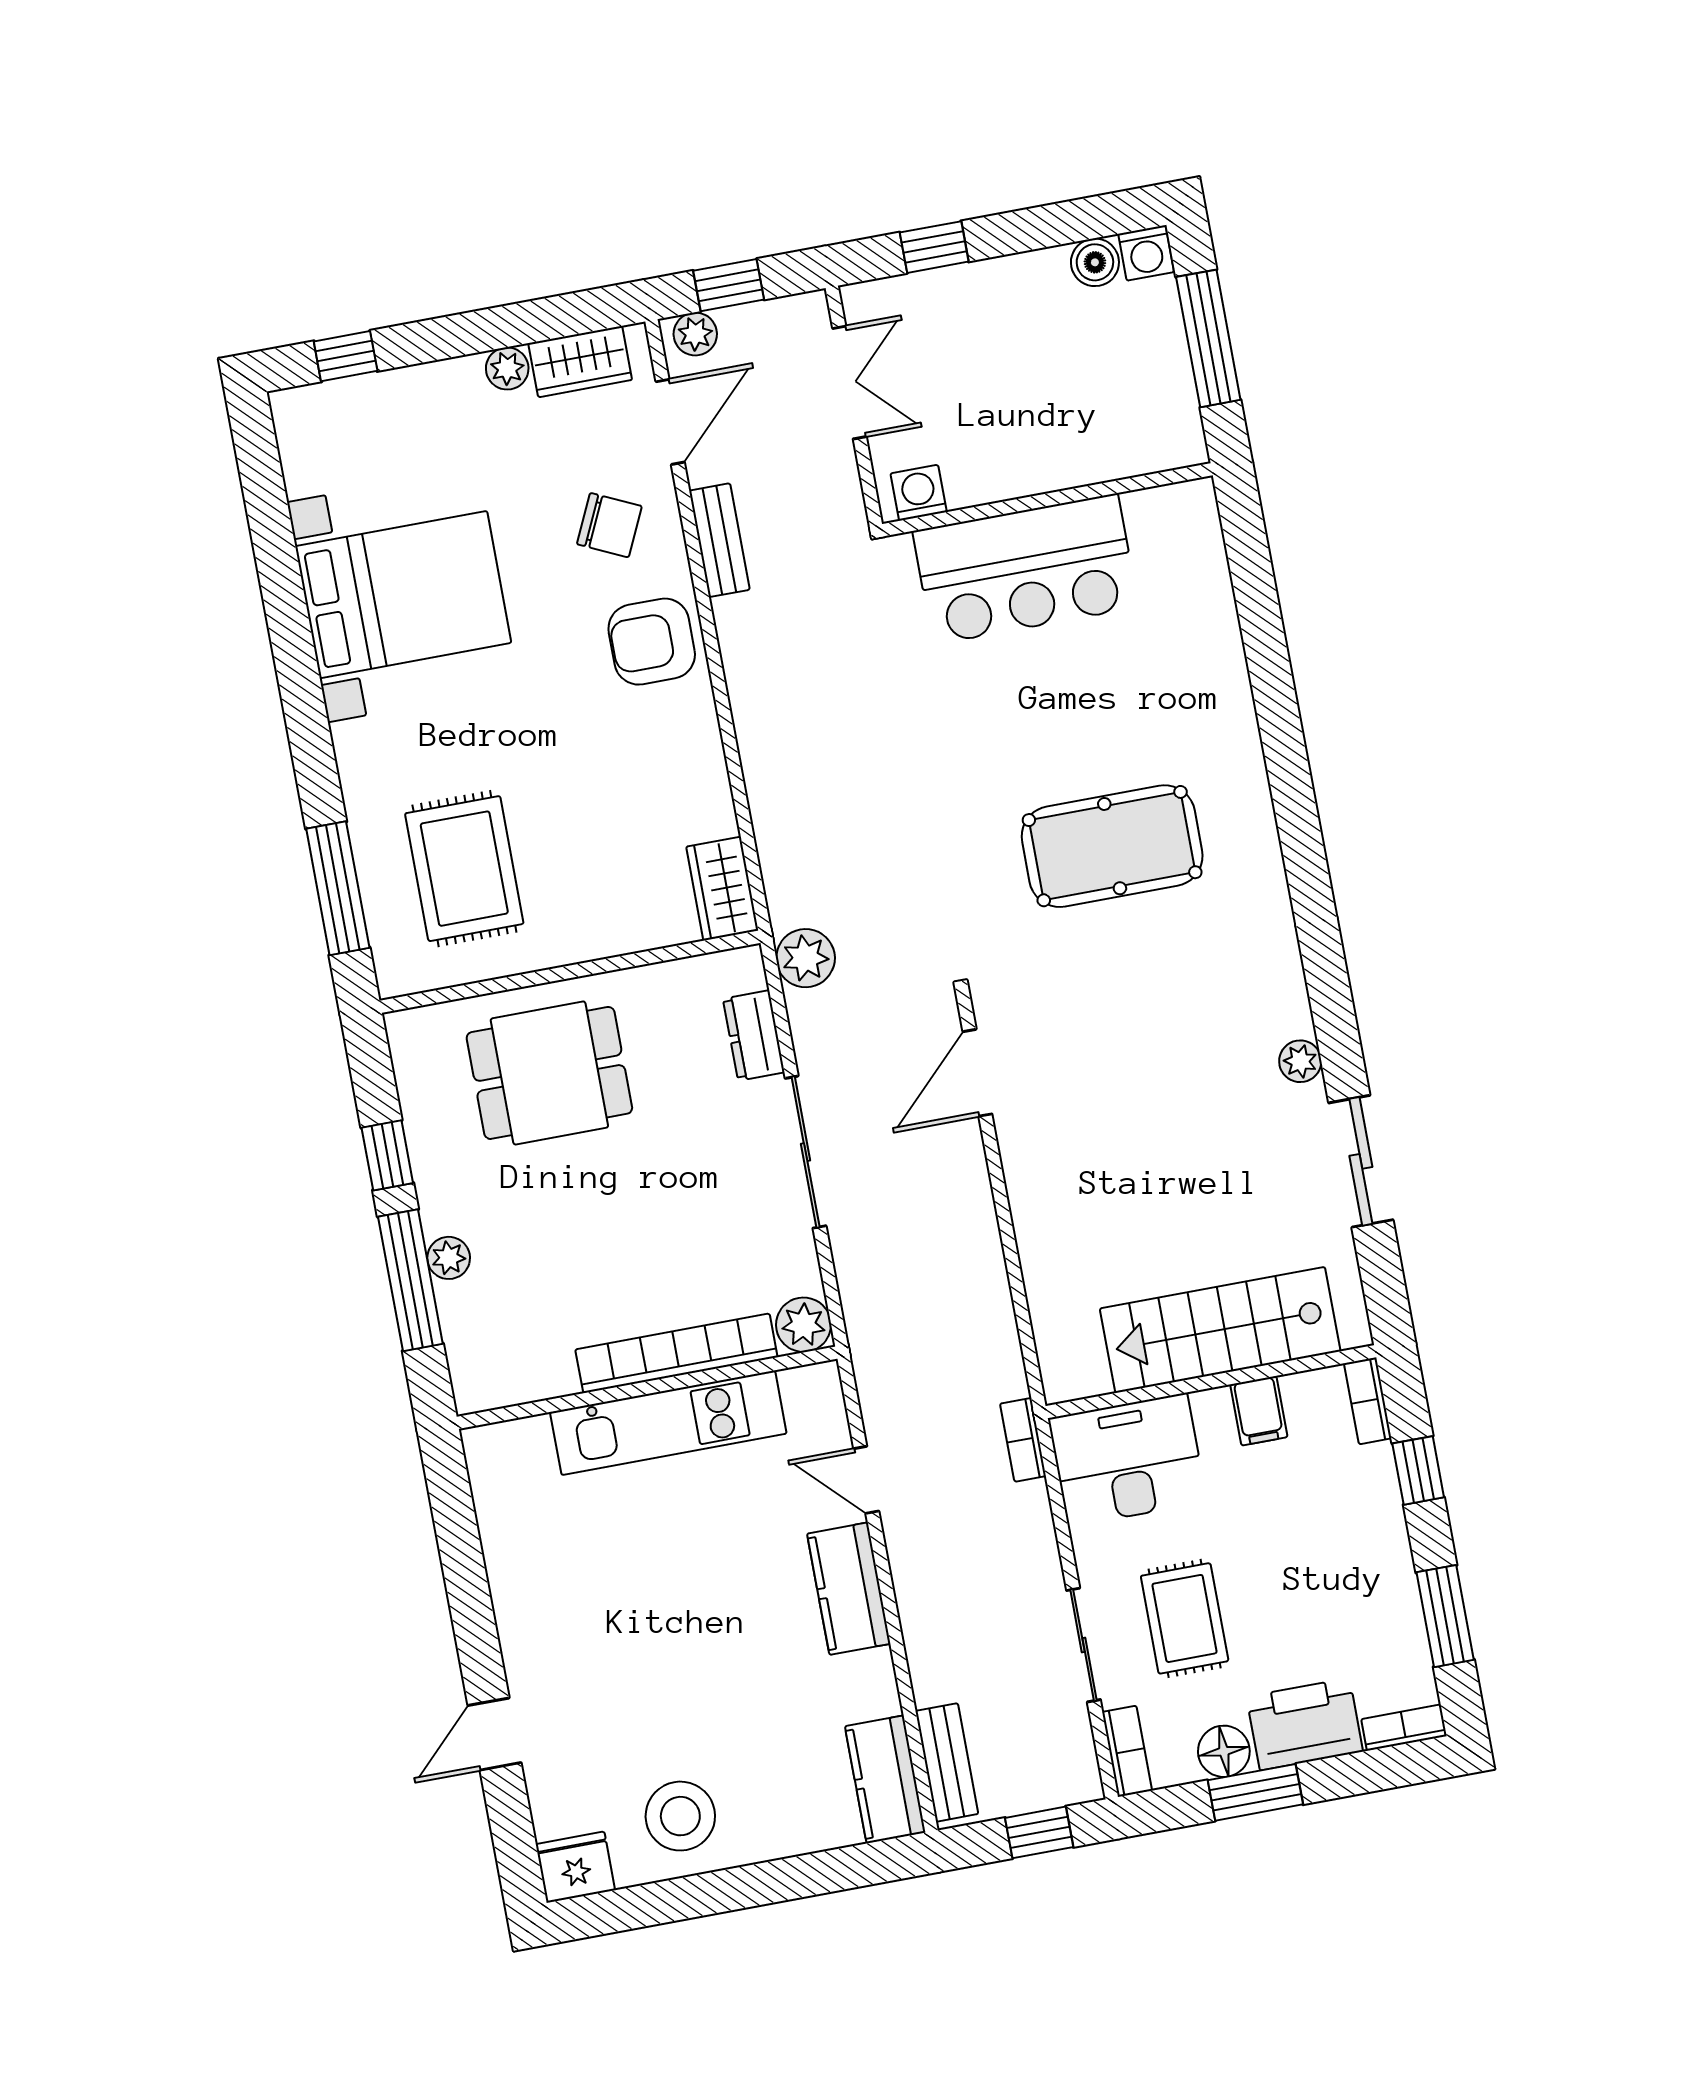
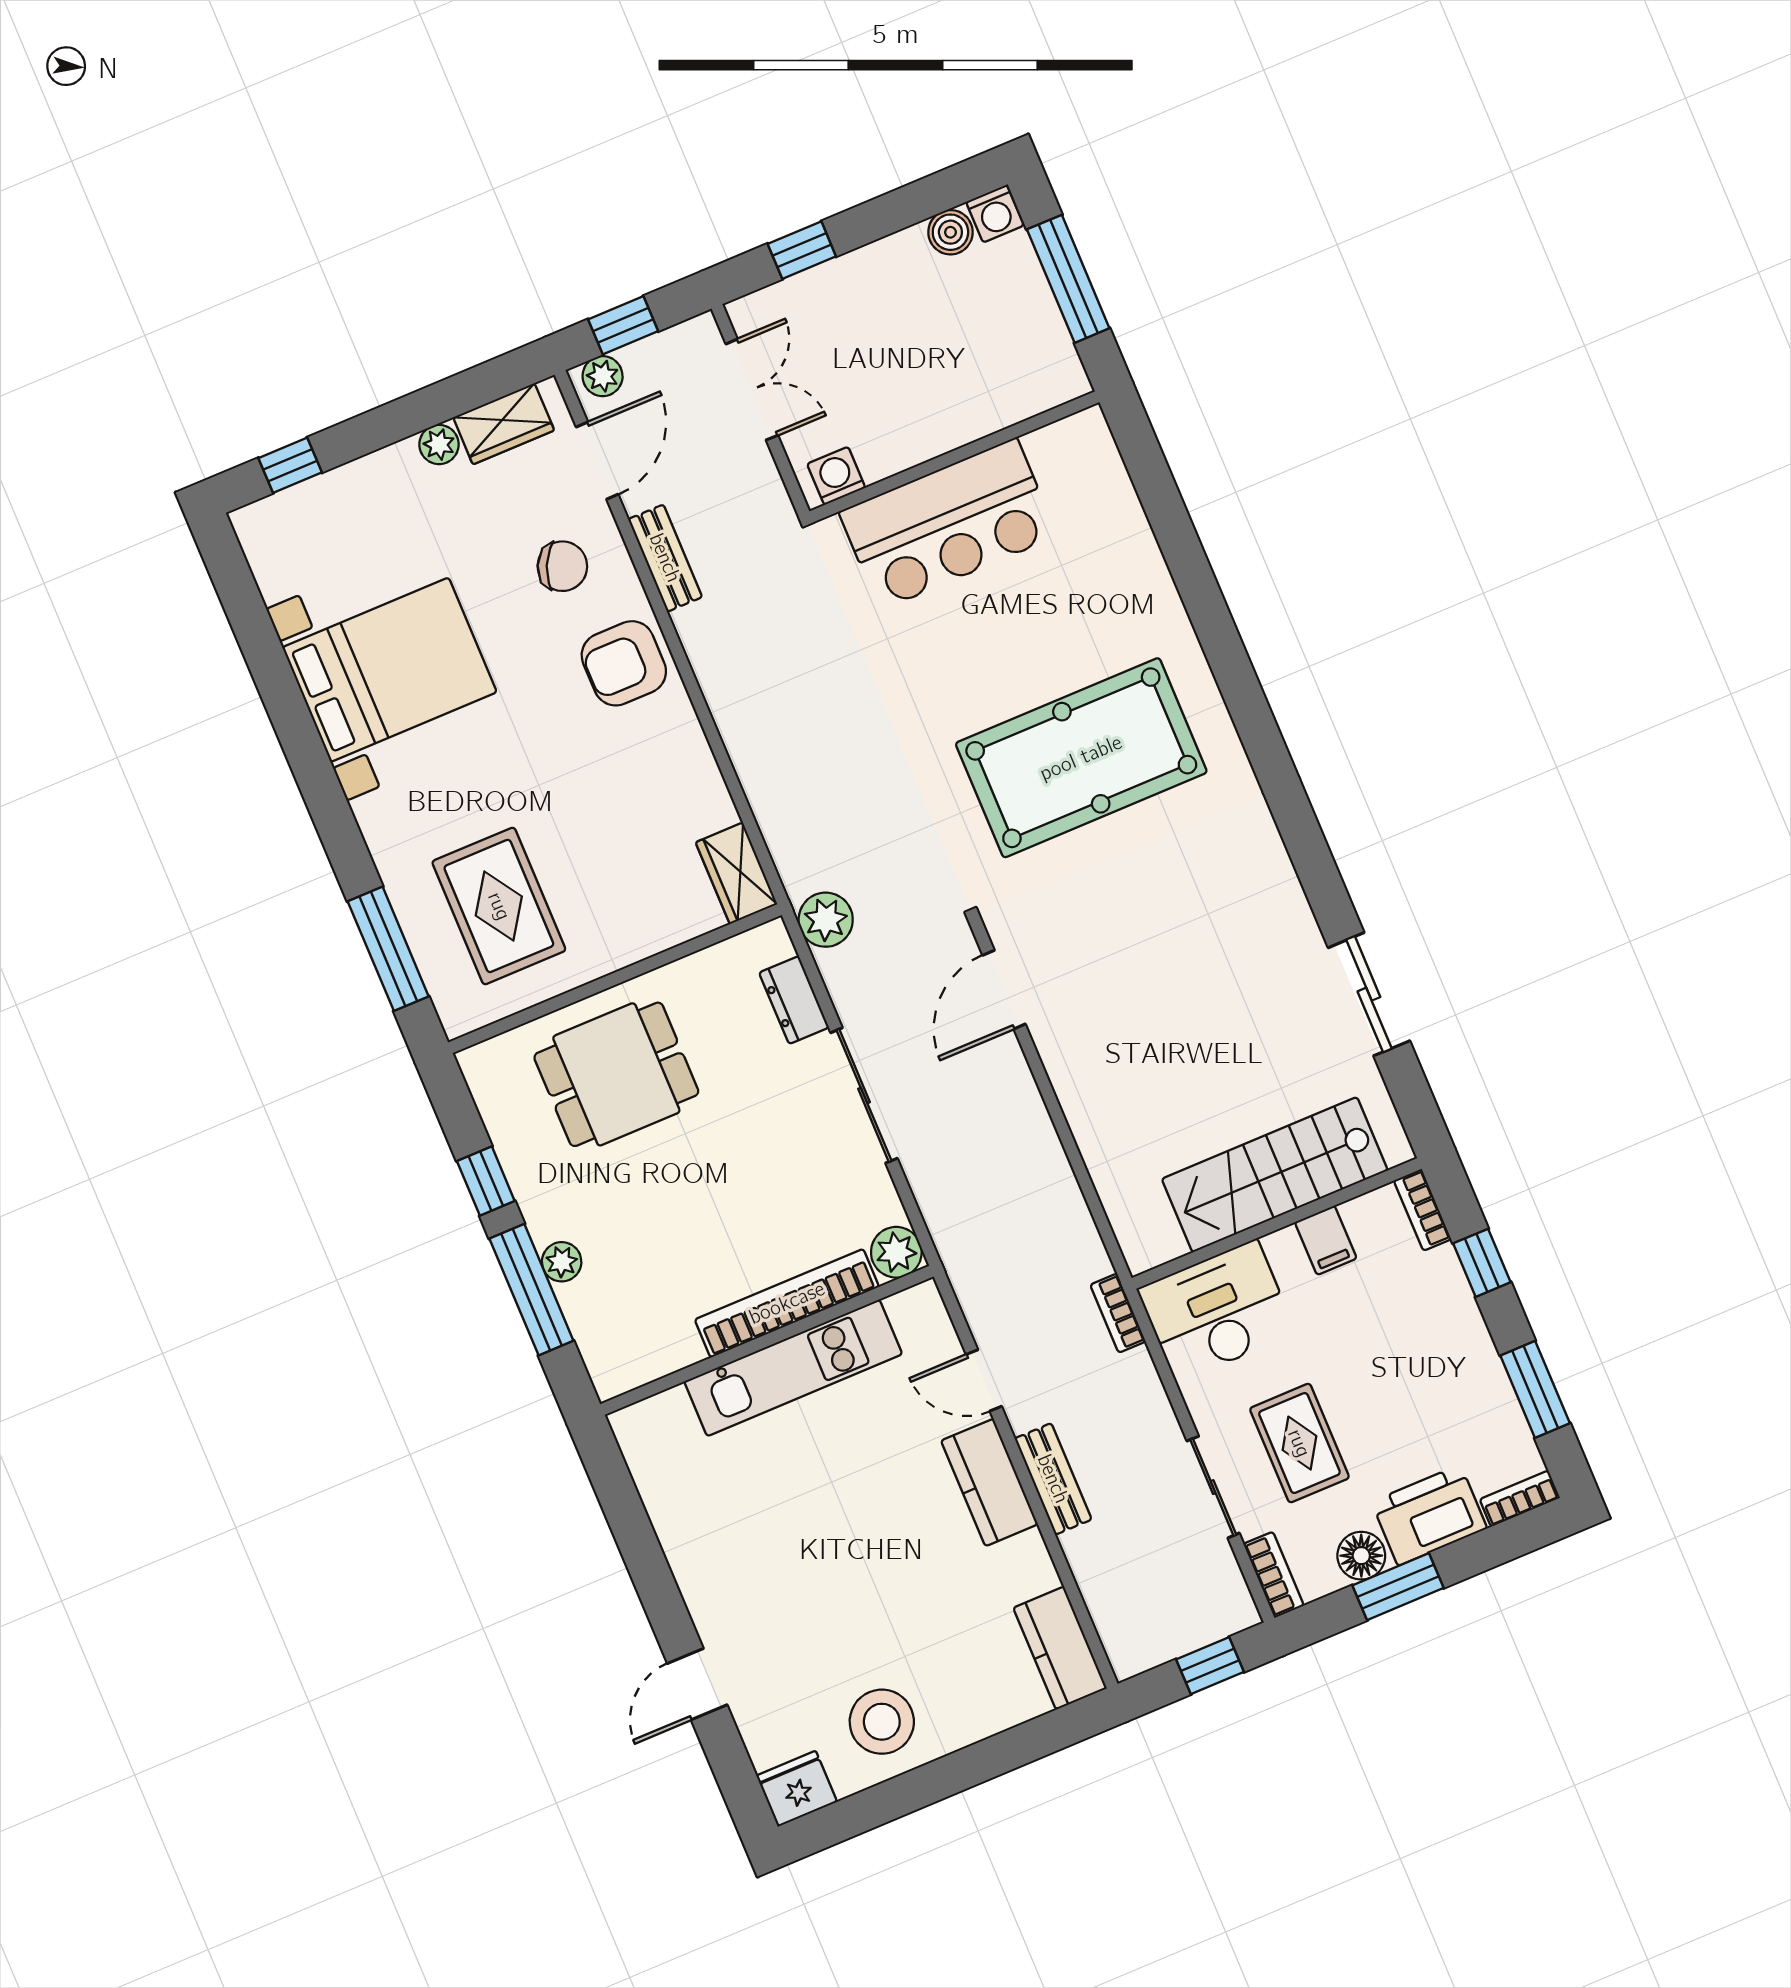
pool table: (1112, 846) -> (1081, 758), width x1.36, depth x1.32
plant: (1300, 1061) -> (1294, 915), removed
bench: (947, 1762) -> (1053, 1479), moved

